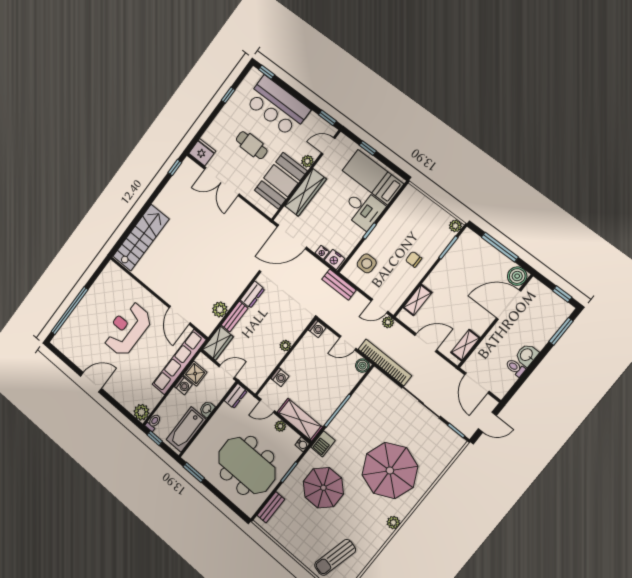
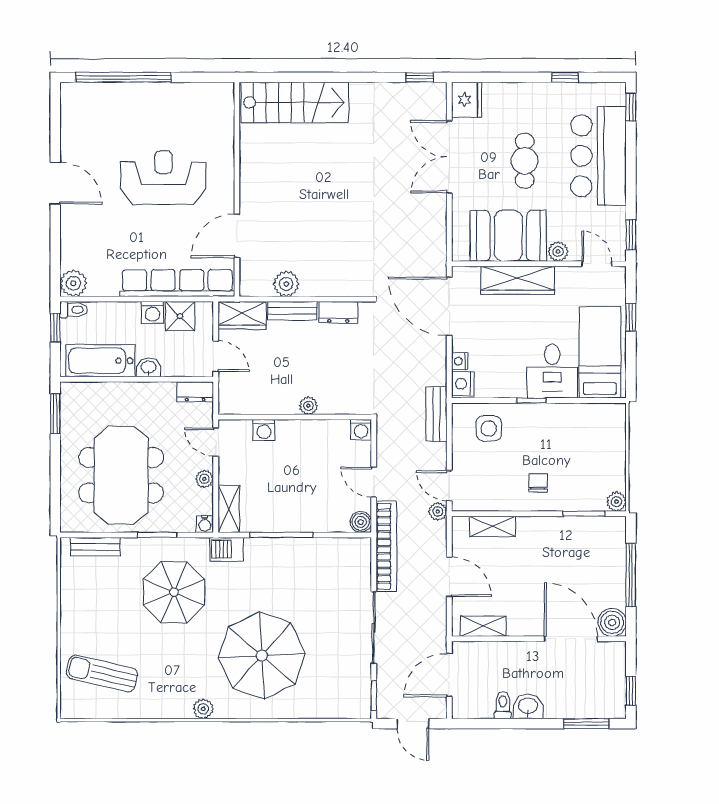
shelving: (300, 420) -> (229, 509), width x0.67, depth x0.75

